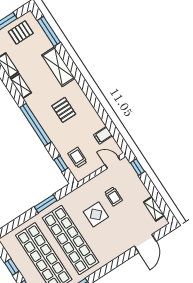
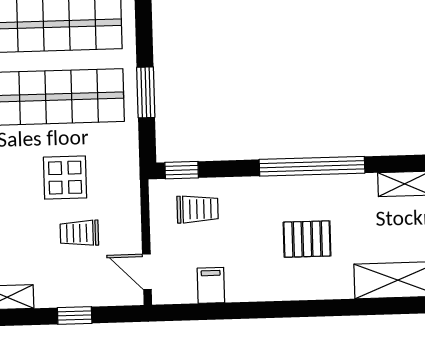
door: (113, 162) -> (147, 272), swing flipped
window: (61, 164) -> (182, 170), moved
window: (137, 167) -> (75, 315), moved

